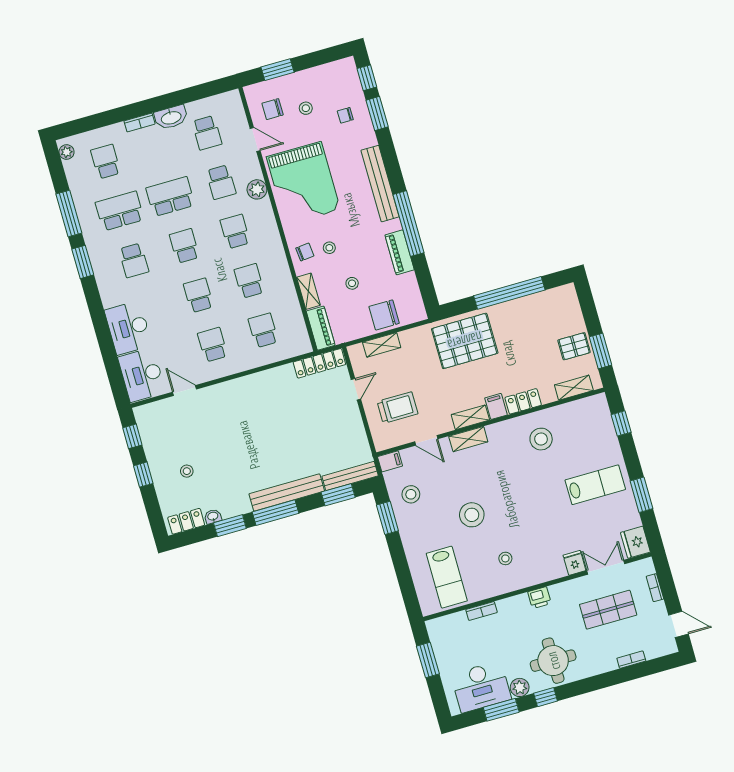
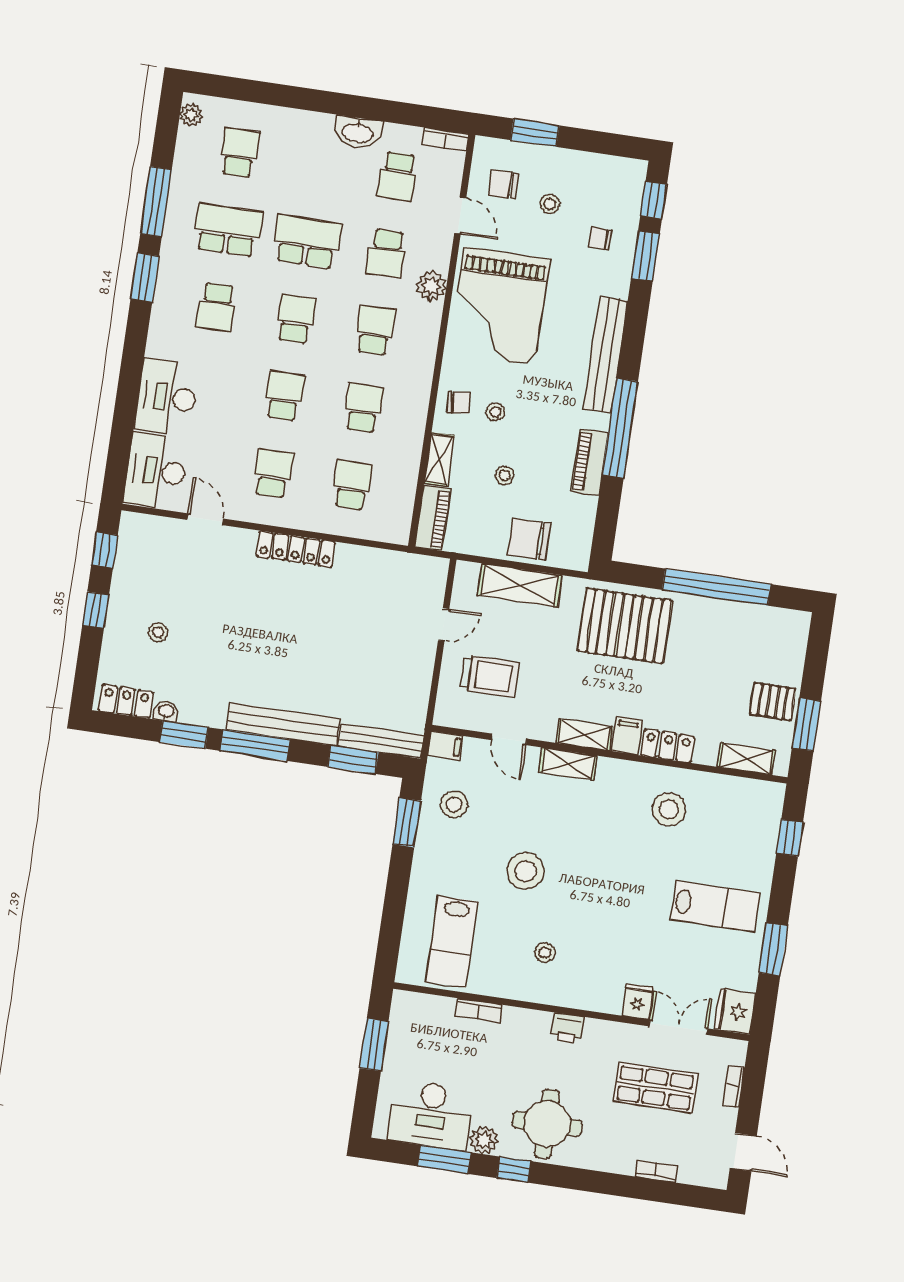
bookcase: (140, 122) -> (446, 140), moved
shelving: (382, 345) -> (520, 585), width x1.50, depth x1.33
locker: (319, 363) -> (296, 549), moved

